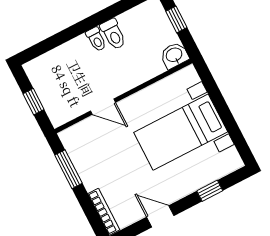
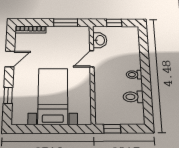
window: (176, 19) -> (112, 129), moved
toilet: (113, 34) -> (133, 97), moved
washbasin: (174, 55) -> (100, 40), moved

